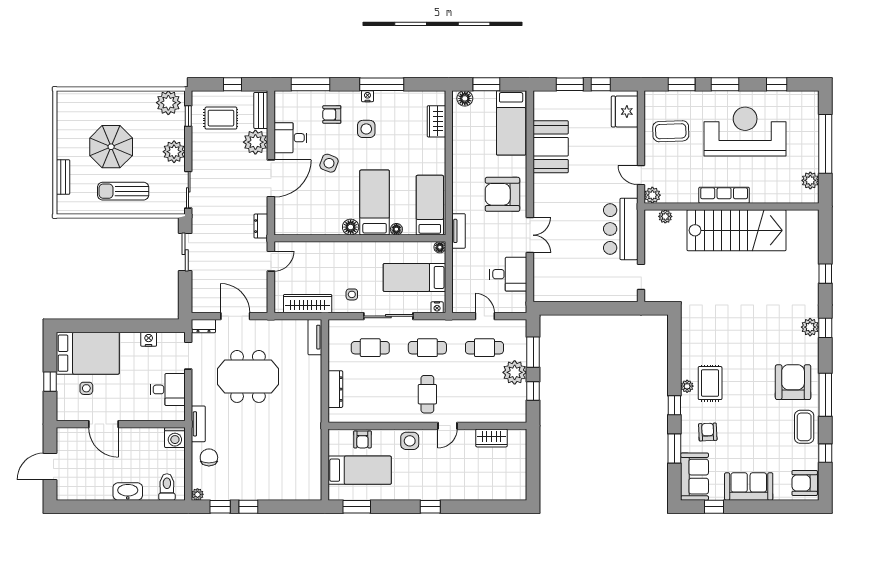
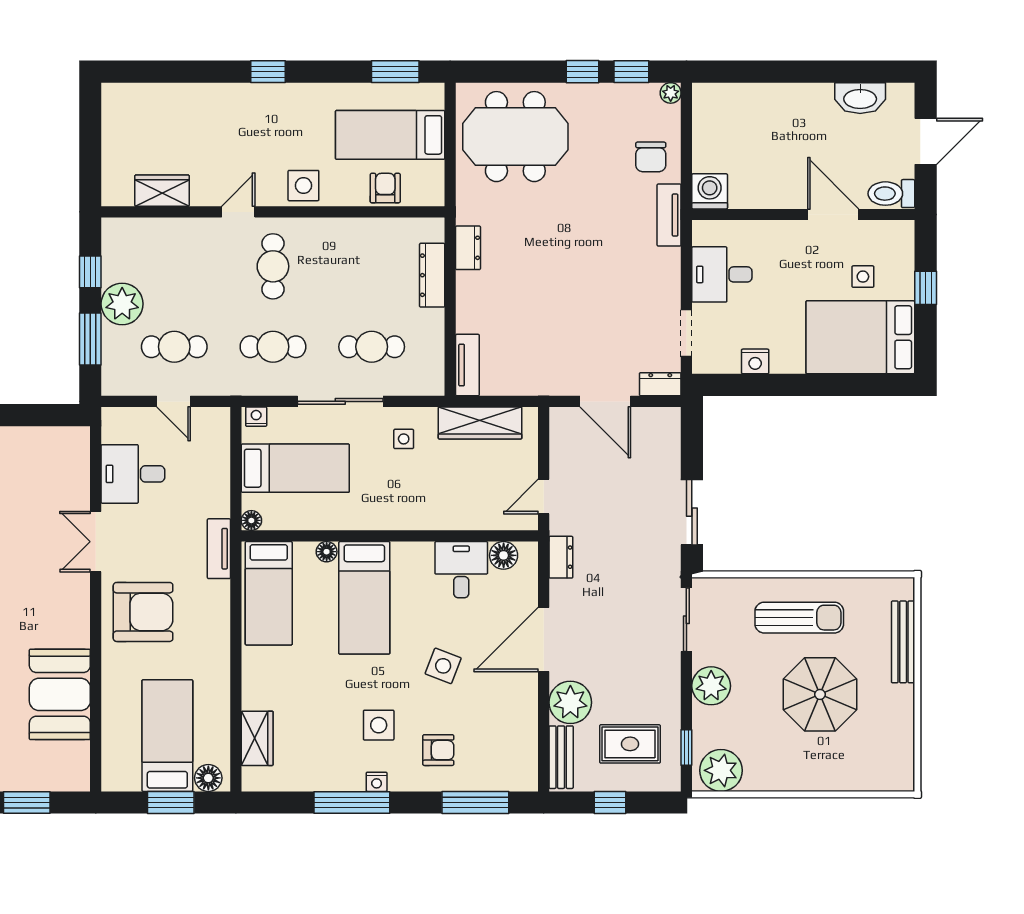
bed: (511, 123) -> (167, 736), moved
desk: (290, 138) -> (461, 570), moved, turned -90
bench: (63, 177) -> (903, 642), width x1.36
floor lamp: (351, 227) -> (504, 555), moved
meeting table: (248, 376) -> (515, 137), moved
dresser: (315, 405) -> (468, 248), added
toilet: (167, 487) -> (891, 194), moved, turned 90
washbasin: (128, 491) -> (860, 98), moved

